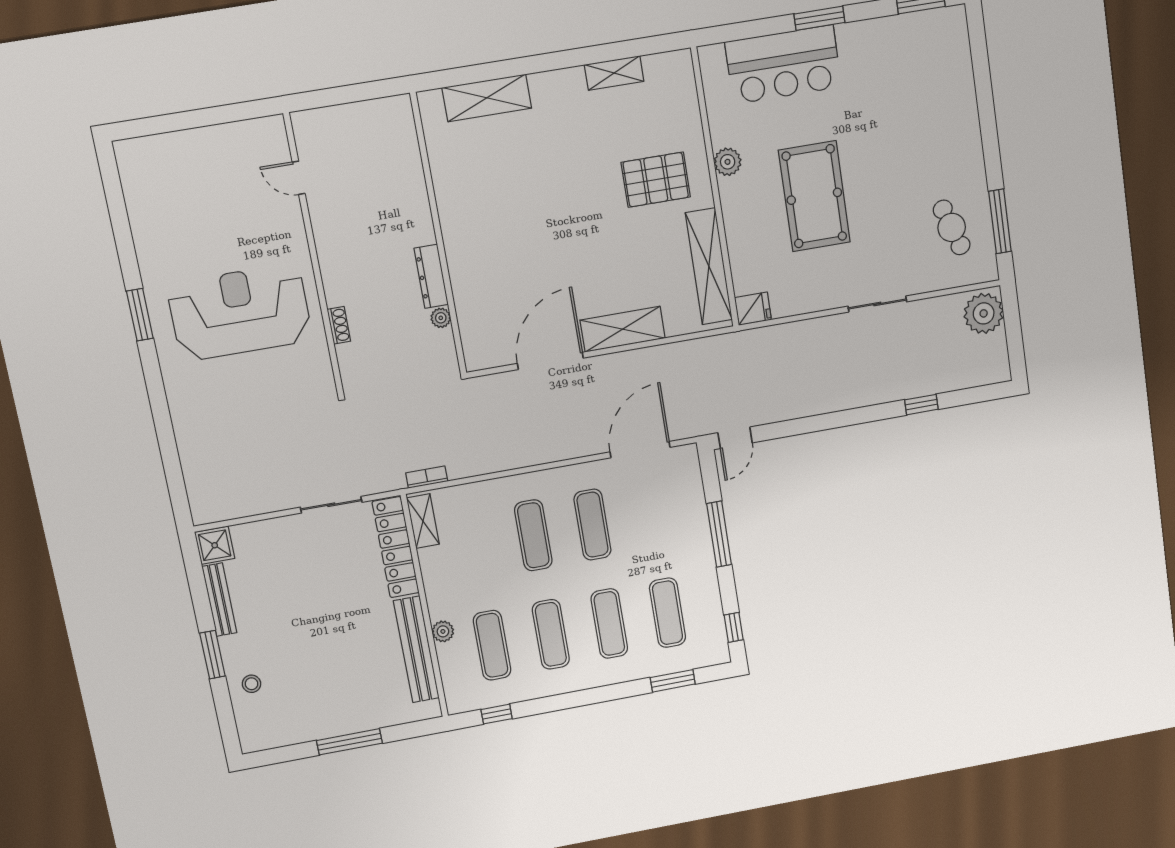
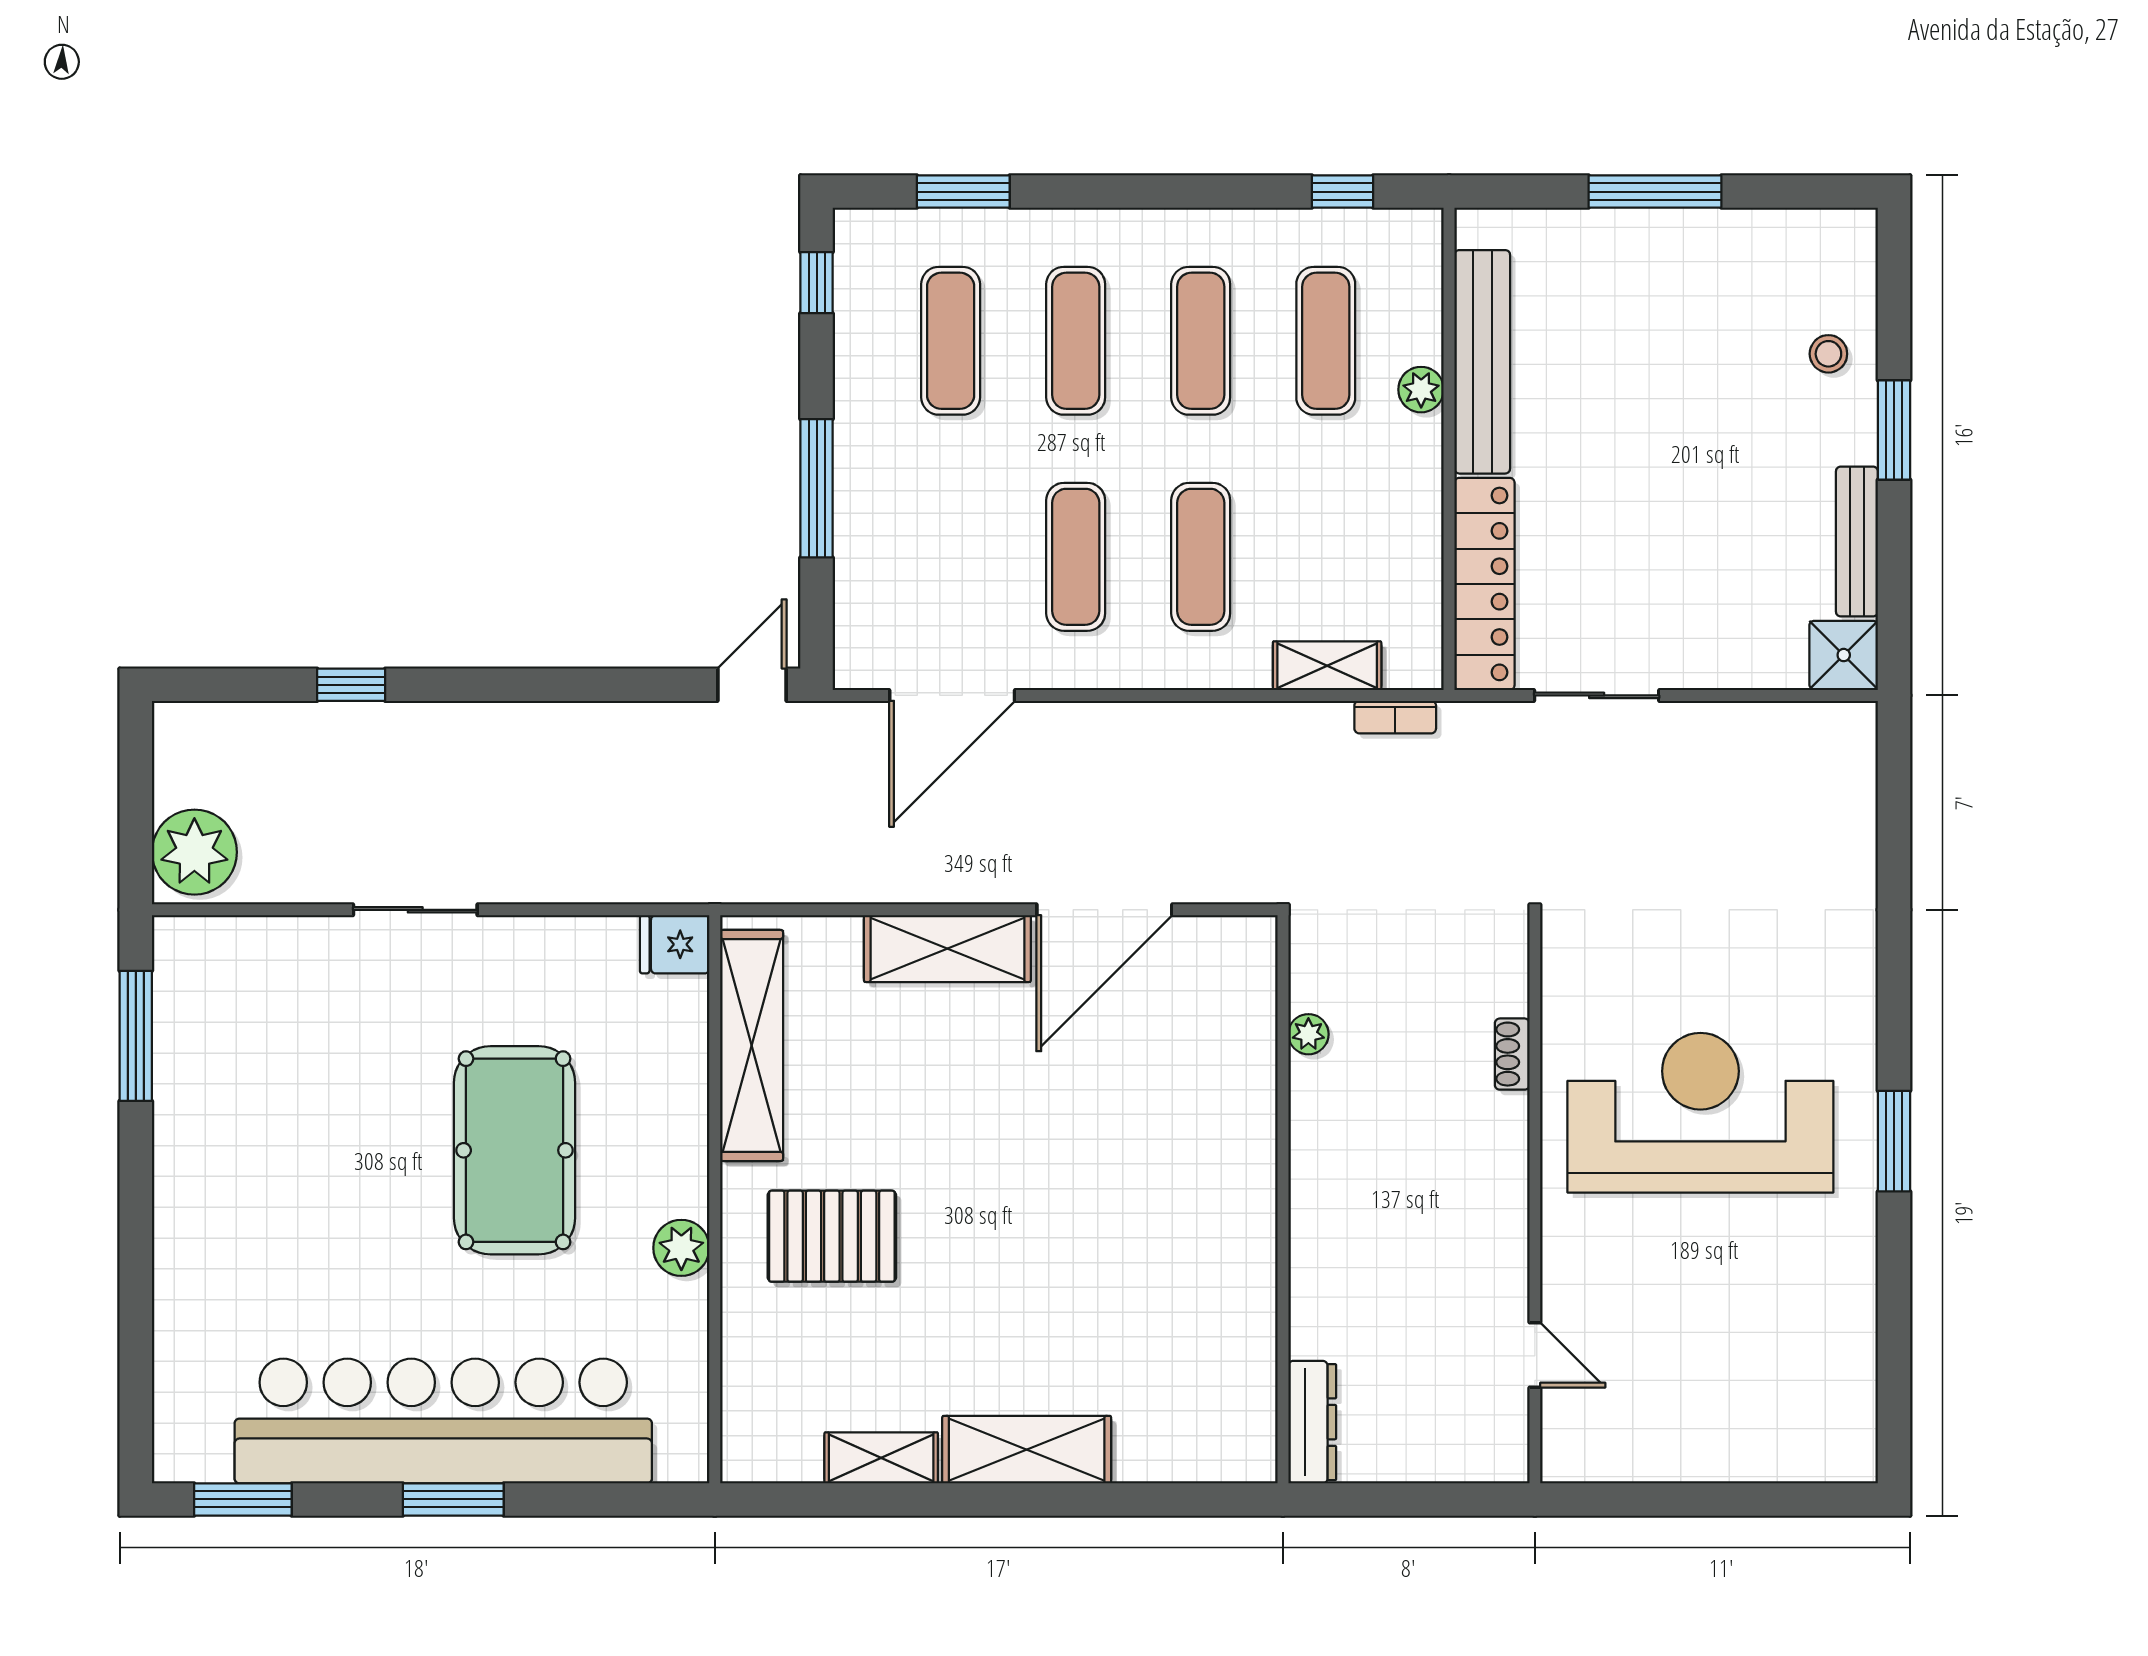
bar counter: (783, 64) -> (443, 1421), width x1.86
shelving: (487, 98) -> (1027, 1450), moved
cafe table: (952, 227) -> (239, 1040), removed
dresser: (431, 276) -> (1312, 1422), moved
reception desk: (240, 312) -> (1700, 1113), turned 180
shelving: (423, 521) -> (1327, 666), moved, turned 90

